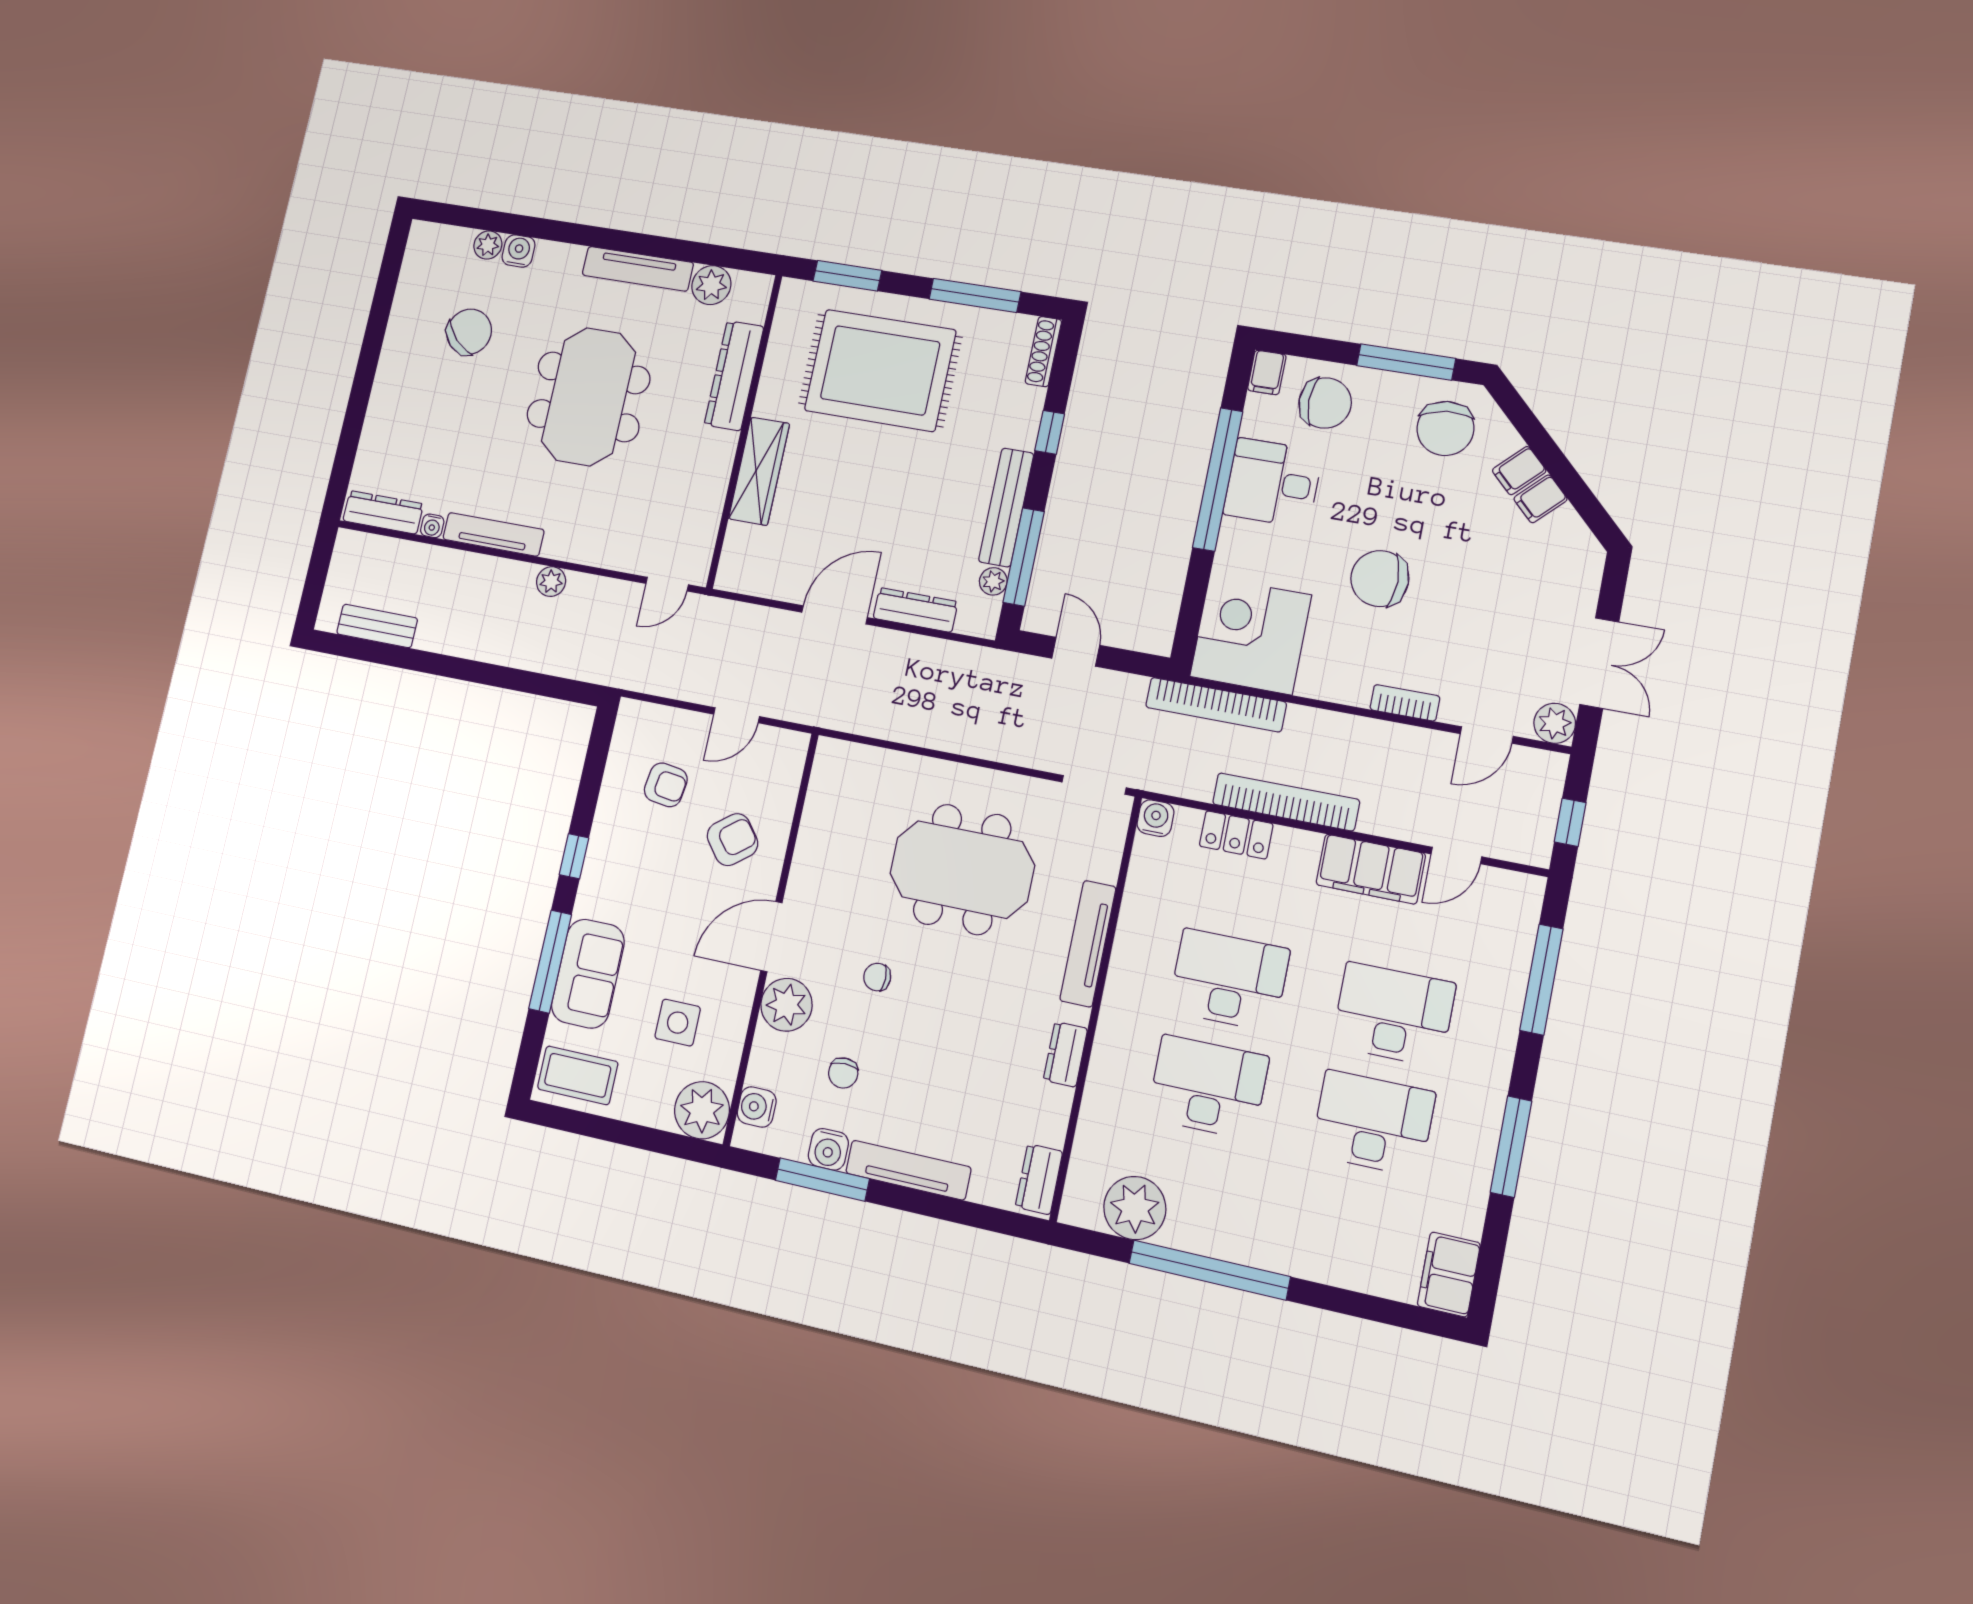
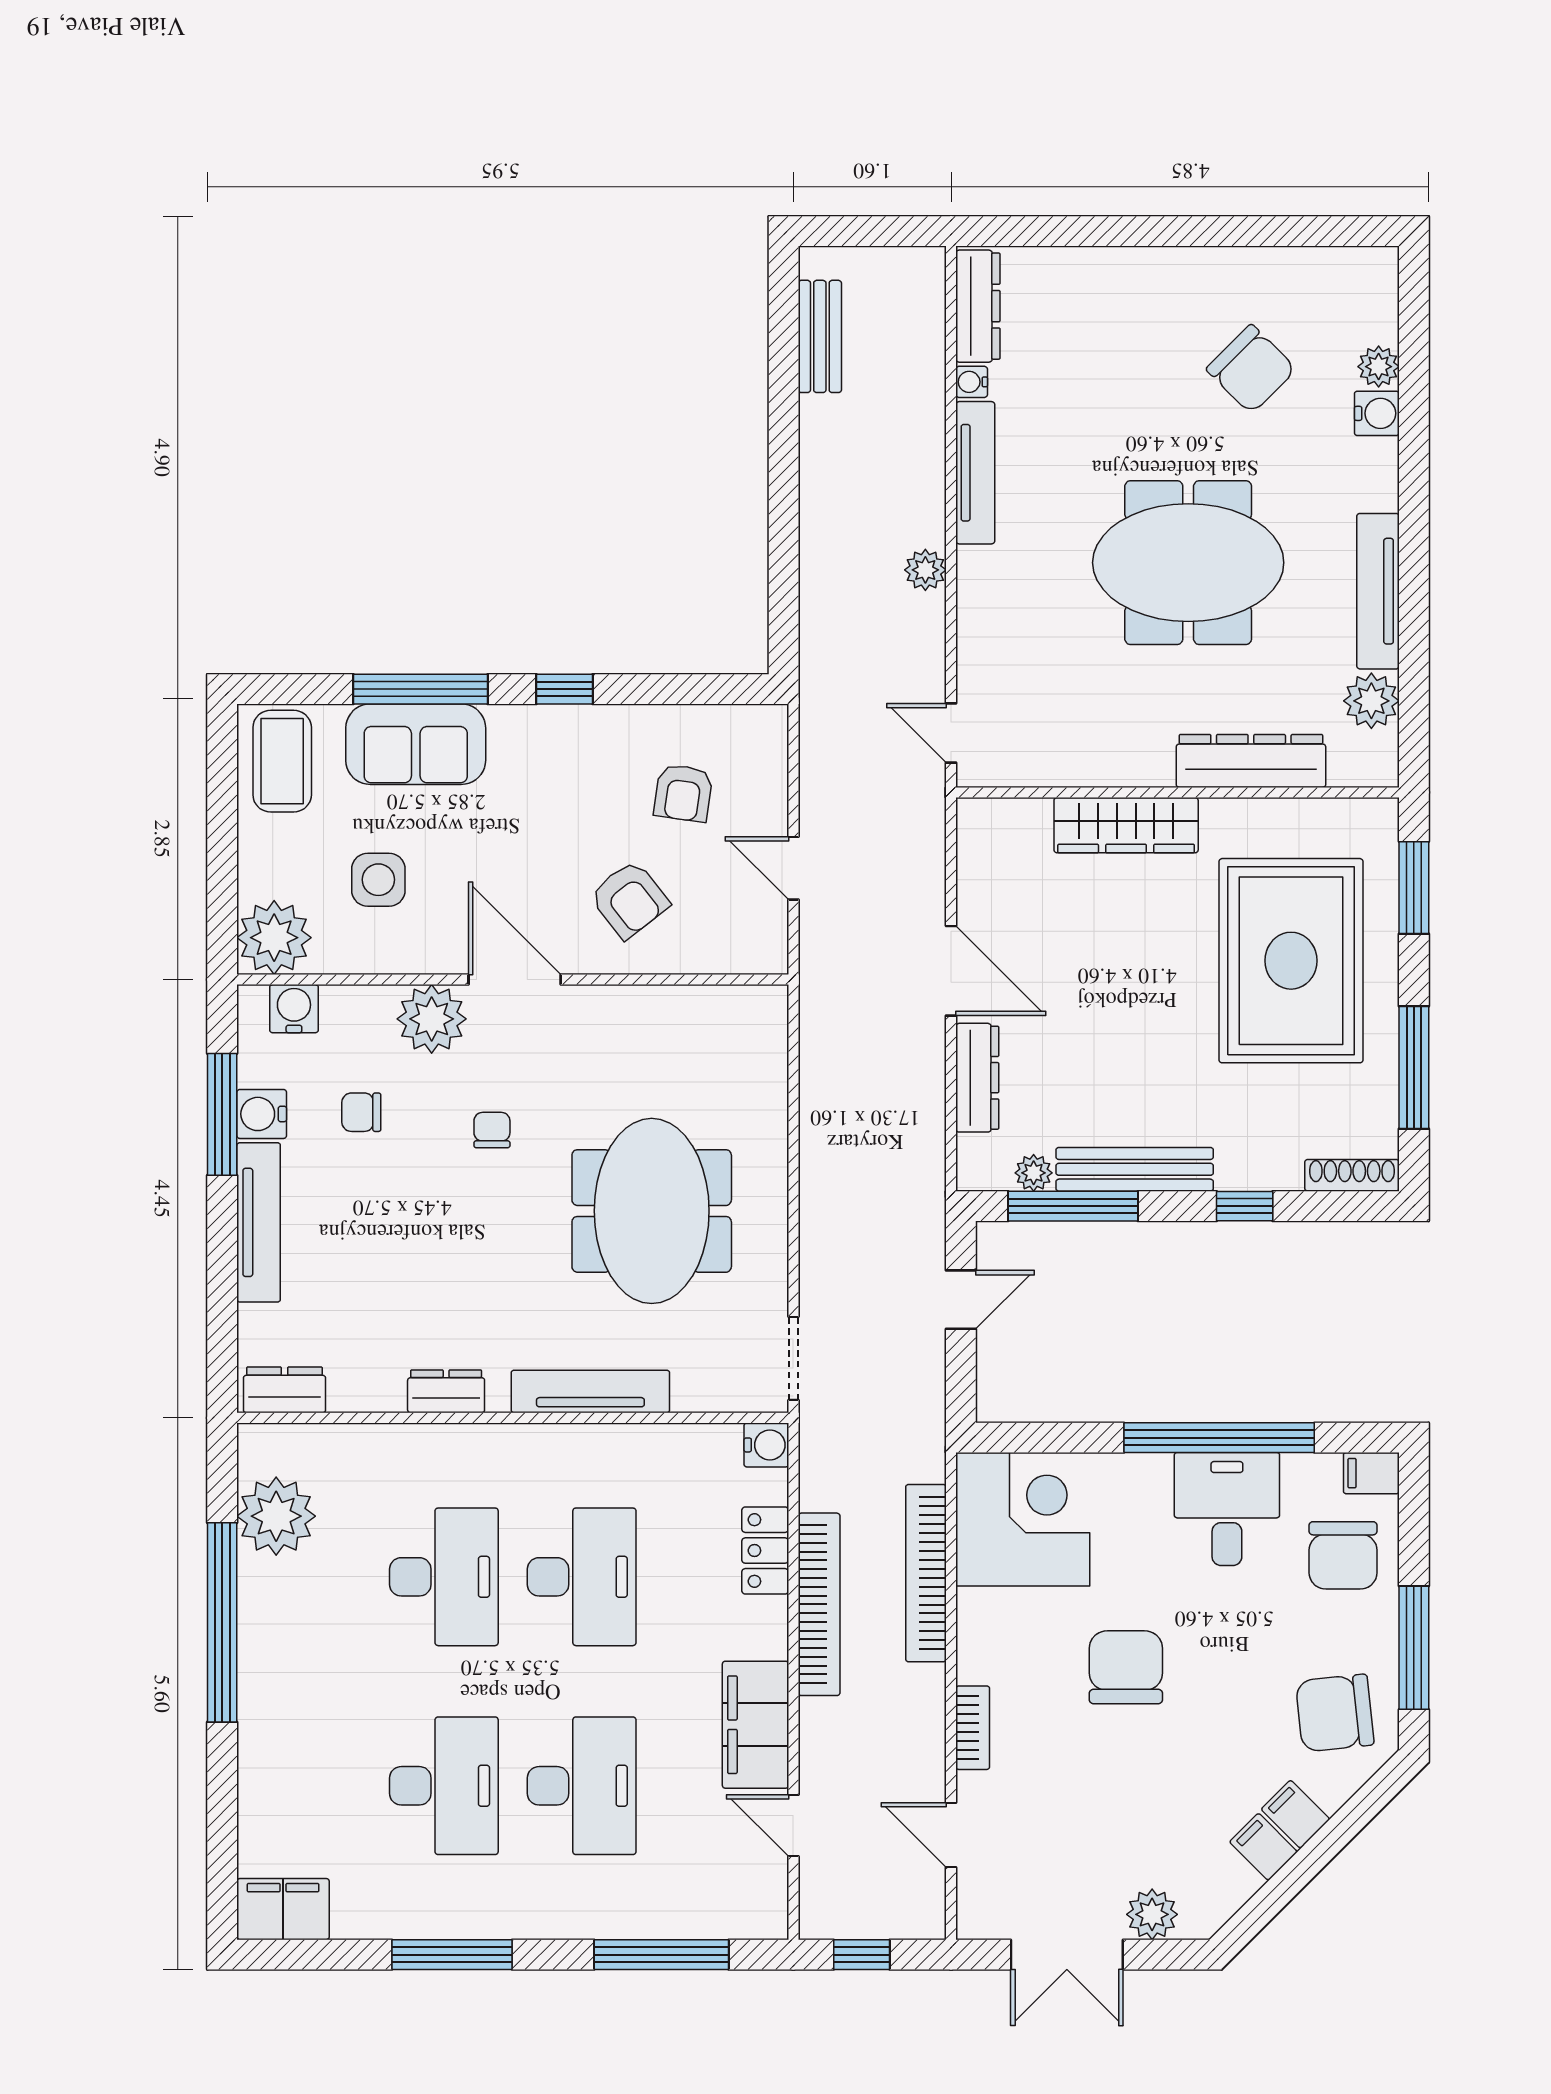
bookcase: (1216, 705) -> (926, 1573), moved
plant: (1555, 723) -> (1152, 1914), moved

